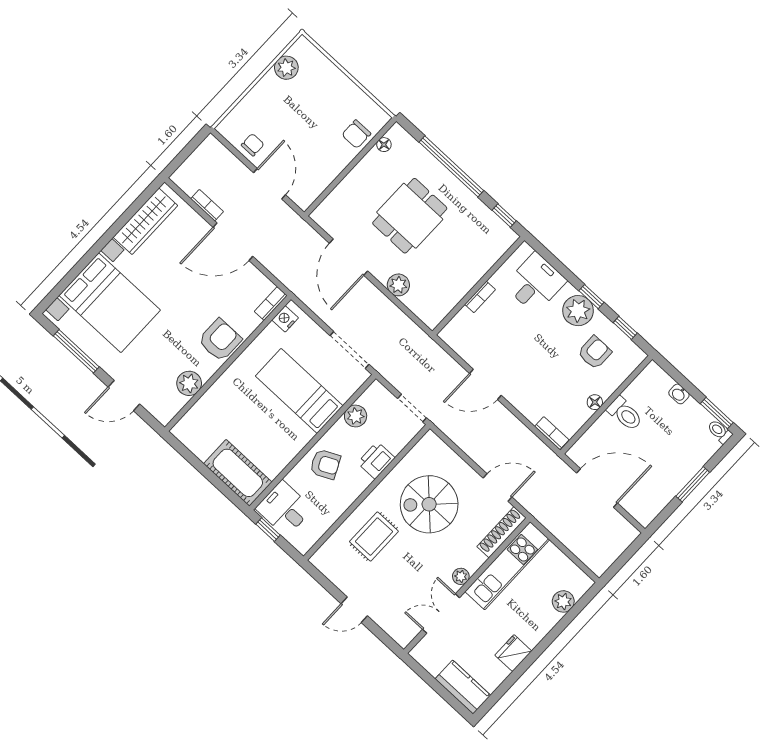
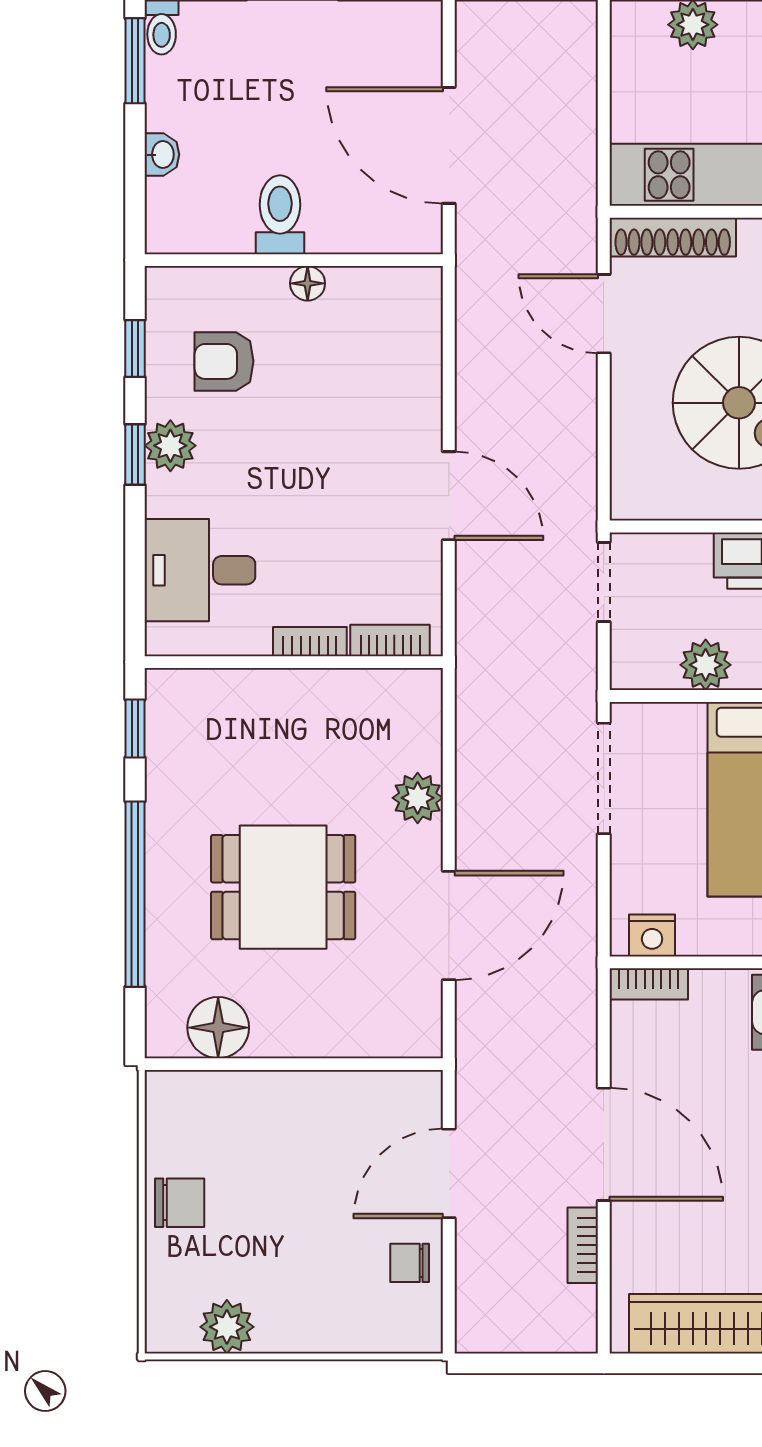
chair: (356, 134) -> (180, 1203), moved
floor lamp: (384, 145) -> (218, 1028), width x1.89, depth x1.89
plant: (578, 311) -> (170, 446), width x0.73, depth x0.73
bookcase: (552, 433) -> (390, 640), moved, turned 90

